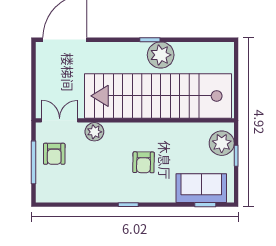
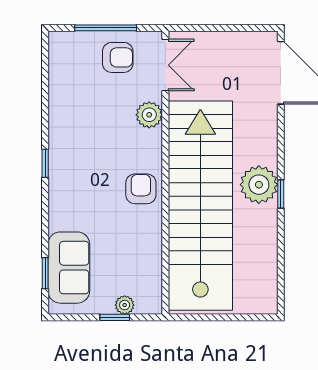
plant: (161, 55) -> (259, 185), moved
plant: (222, 143) -> (125, 305), width x0.53, depth x0.53
armchair: (54, 154) -> (118, 57), turned 180
armchair: (144, 162) -> (141, 189), moved, turned 89

